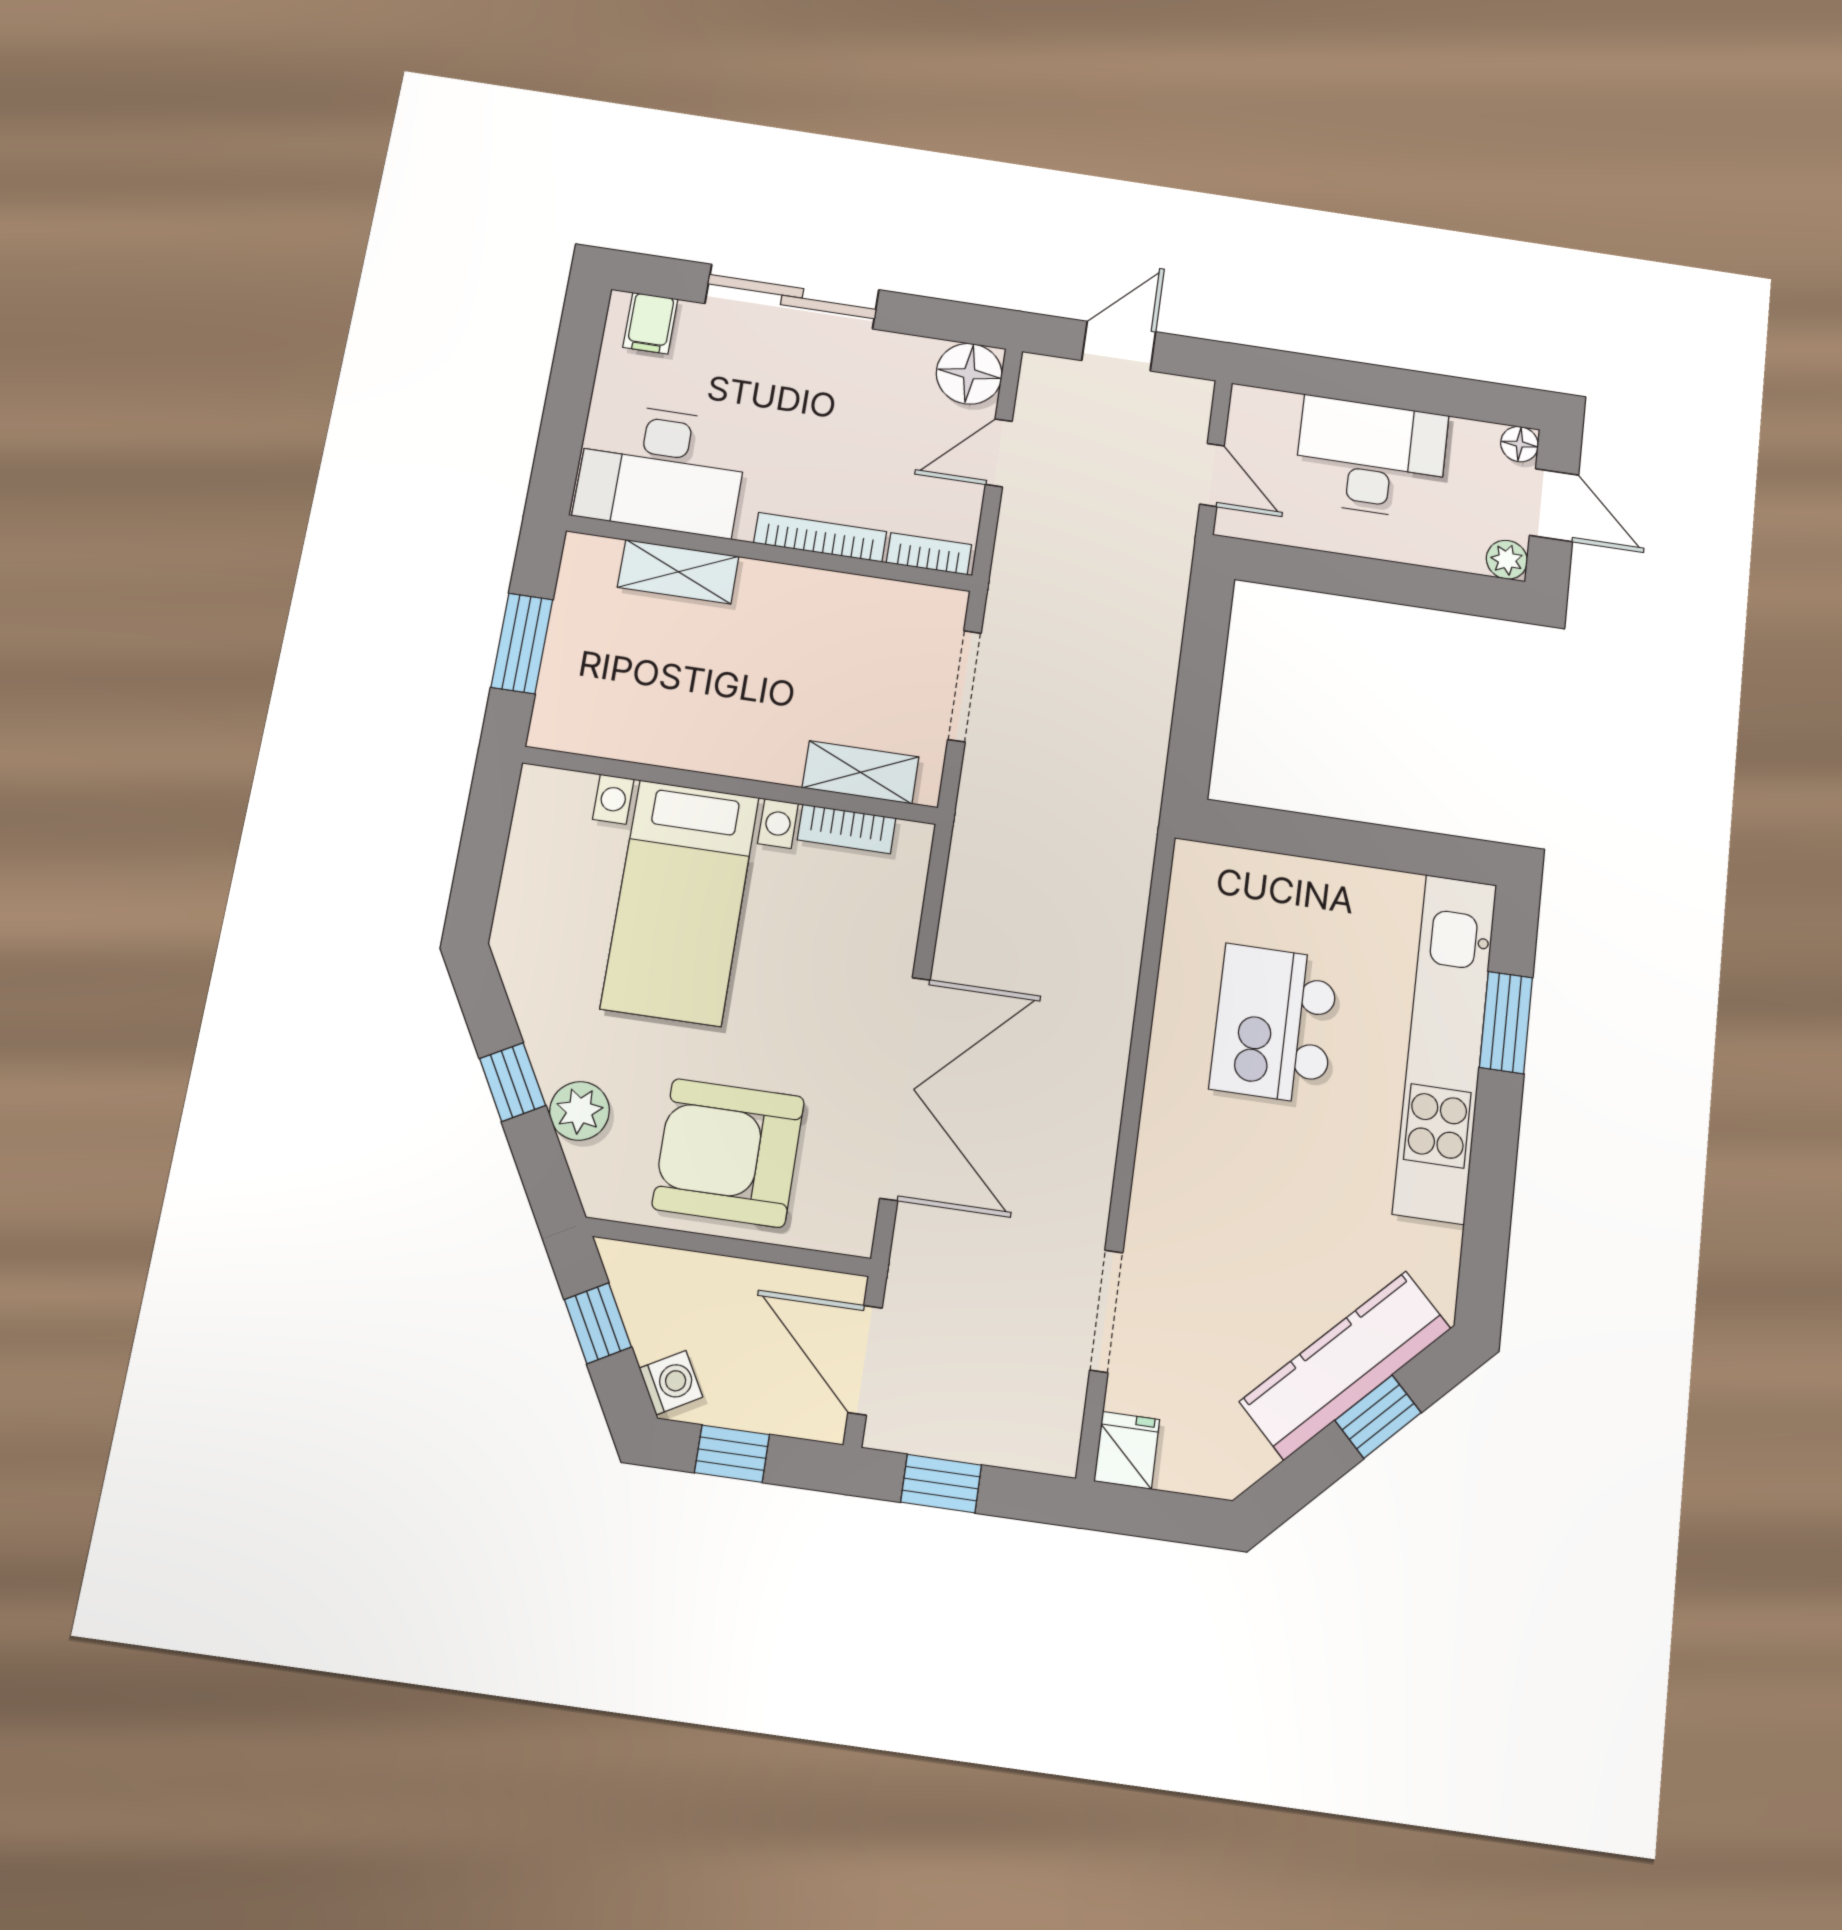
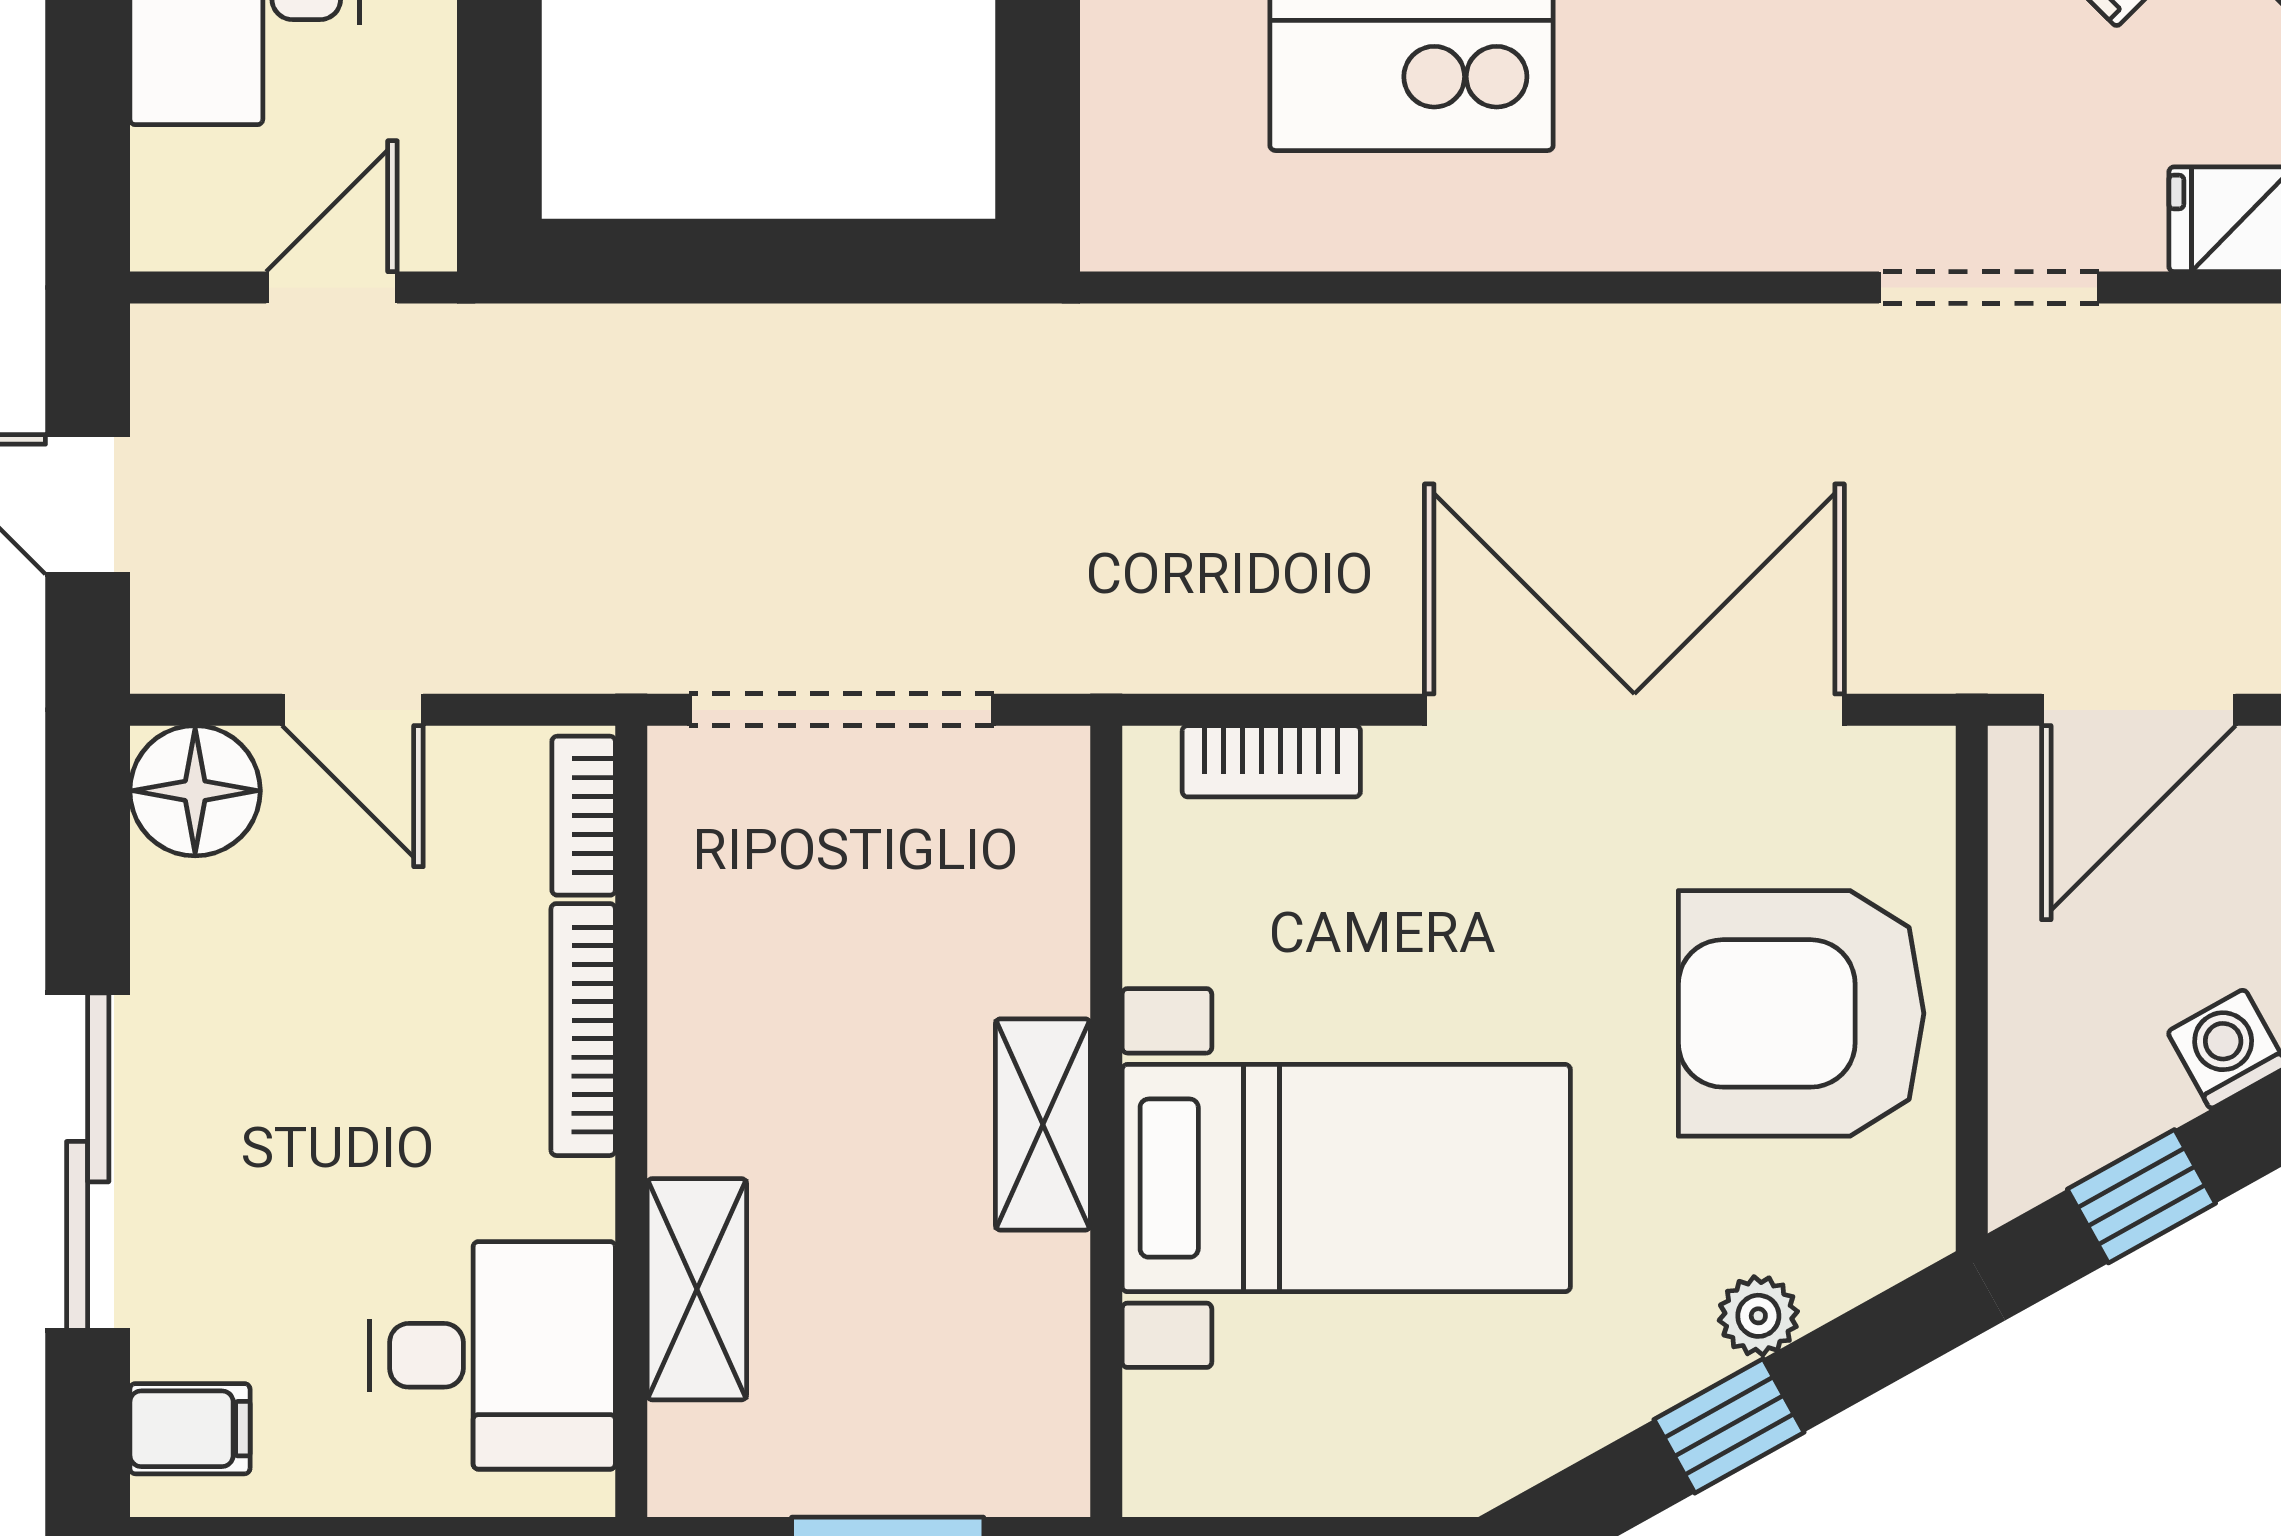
desk: (662, 470) -> (493, 1355), width x0.73
doorway: (964, 686) -> (841, 710), width x1.36
shelving: (861, 772) -> (1043, 1124), moved
bookcase: (847, 829) -> (1271, 761), moved, turned 90
plant: (579, 1111) -> (1758, 1316), width x0.73, depth x0.73
armchair: (728, 1153) -> (1801, 1013), turned 90

